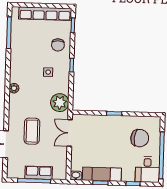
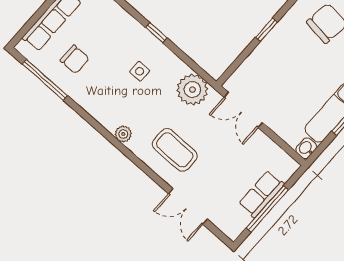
chair: (58, 45) -> (75, 59), moved
coffee table: (32, 131) -> (175, 150), moved

